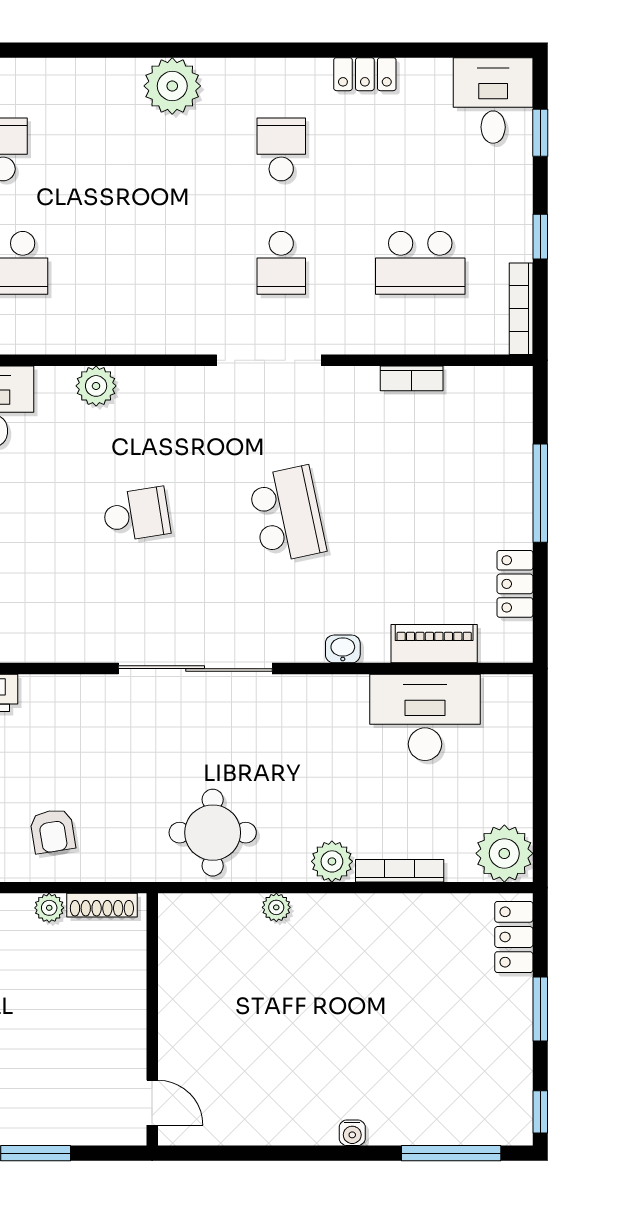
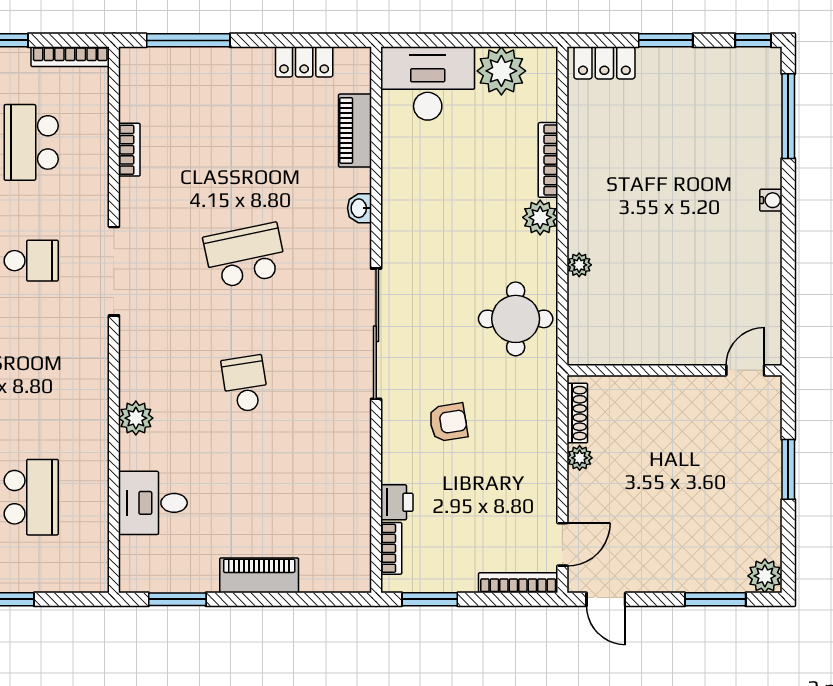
school desk: (420, 263) -> (31, 142), turned 180
window: (540, 493) -> (188, 40), moved
desk: (425, 717) -> (428, 83), moved, turned 90
armchair: (53, 831) -> (448, 422), moved
plant: (504, 853) -> (501, 71), moved

